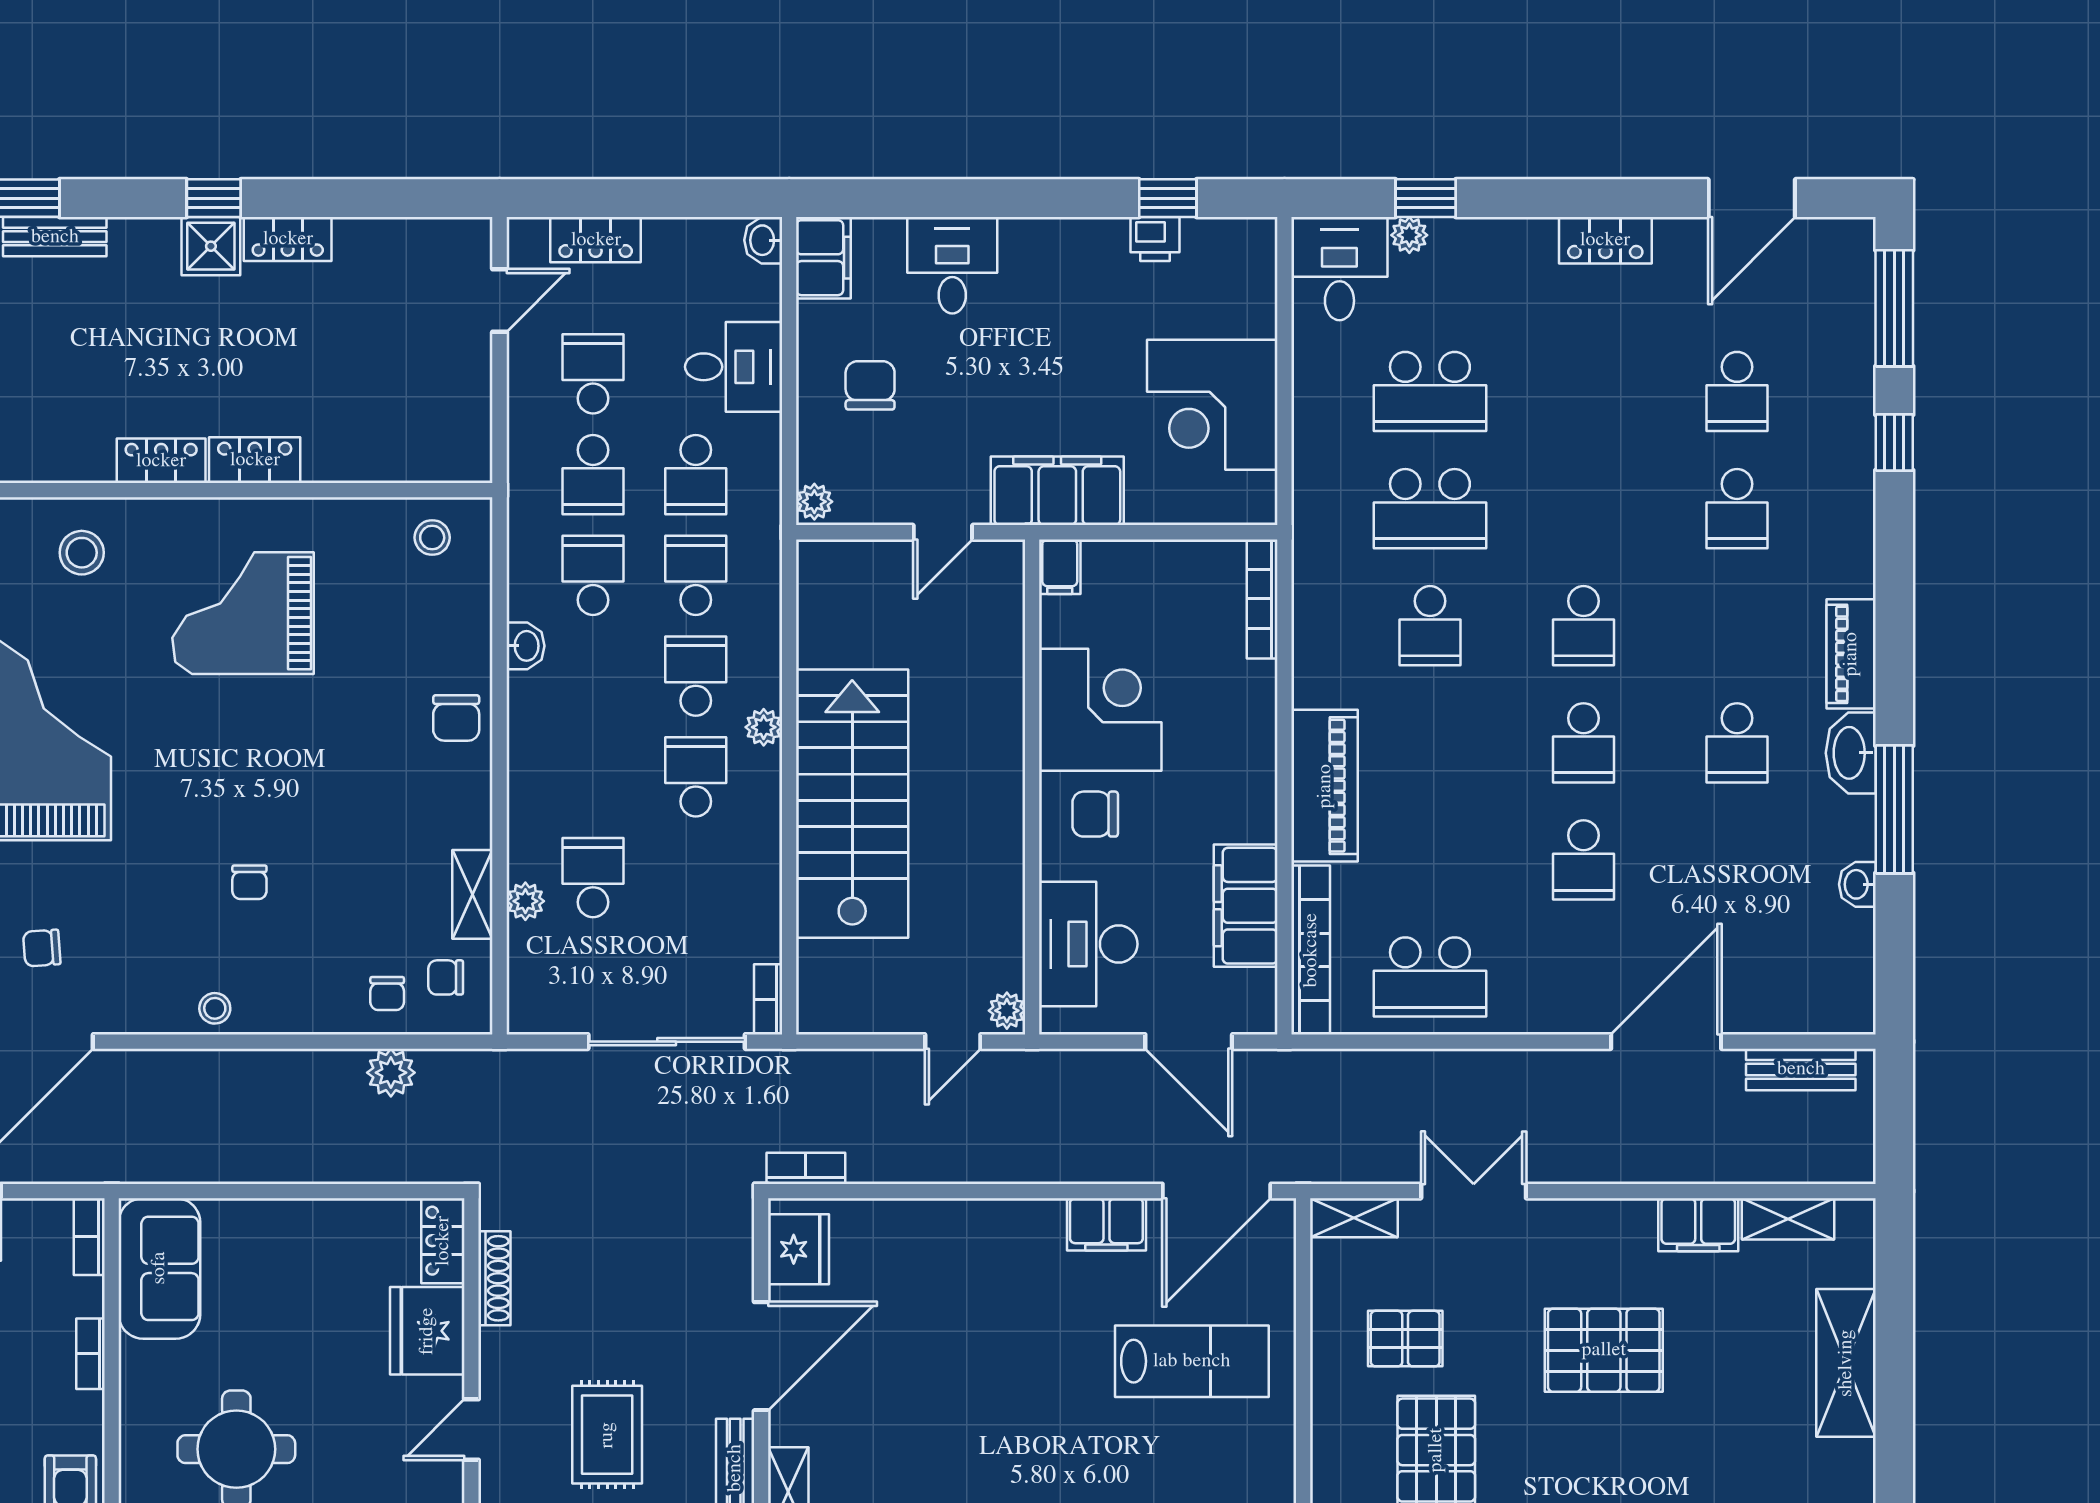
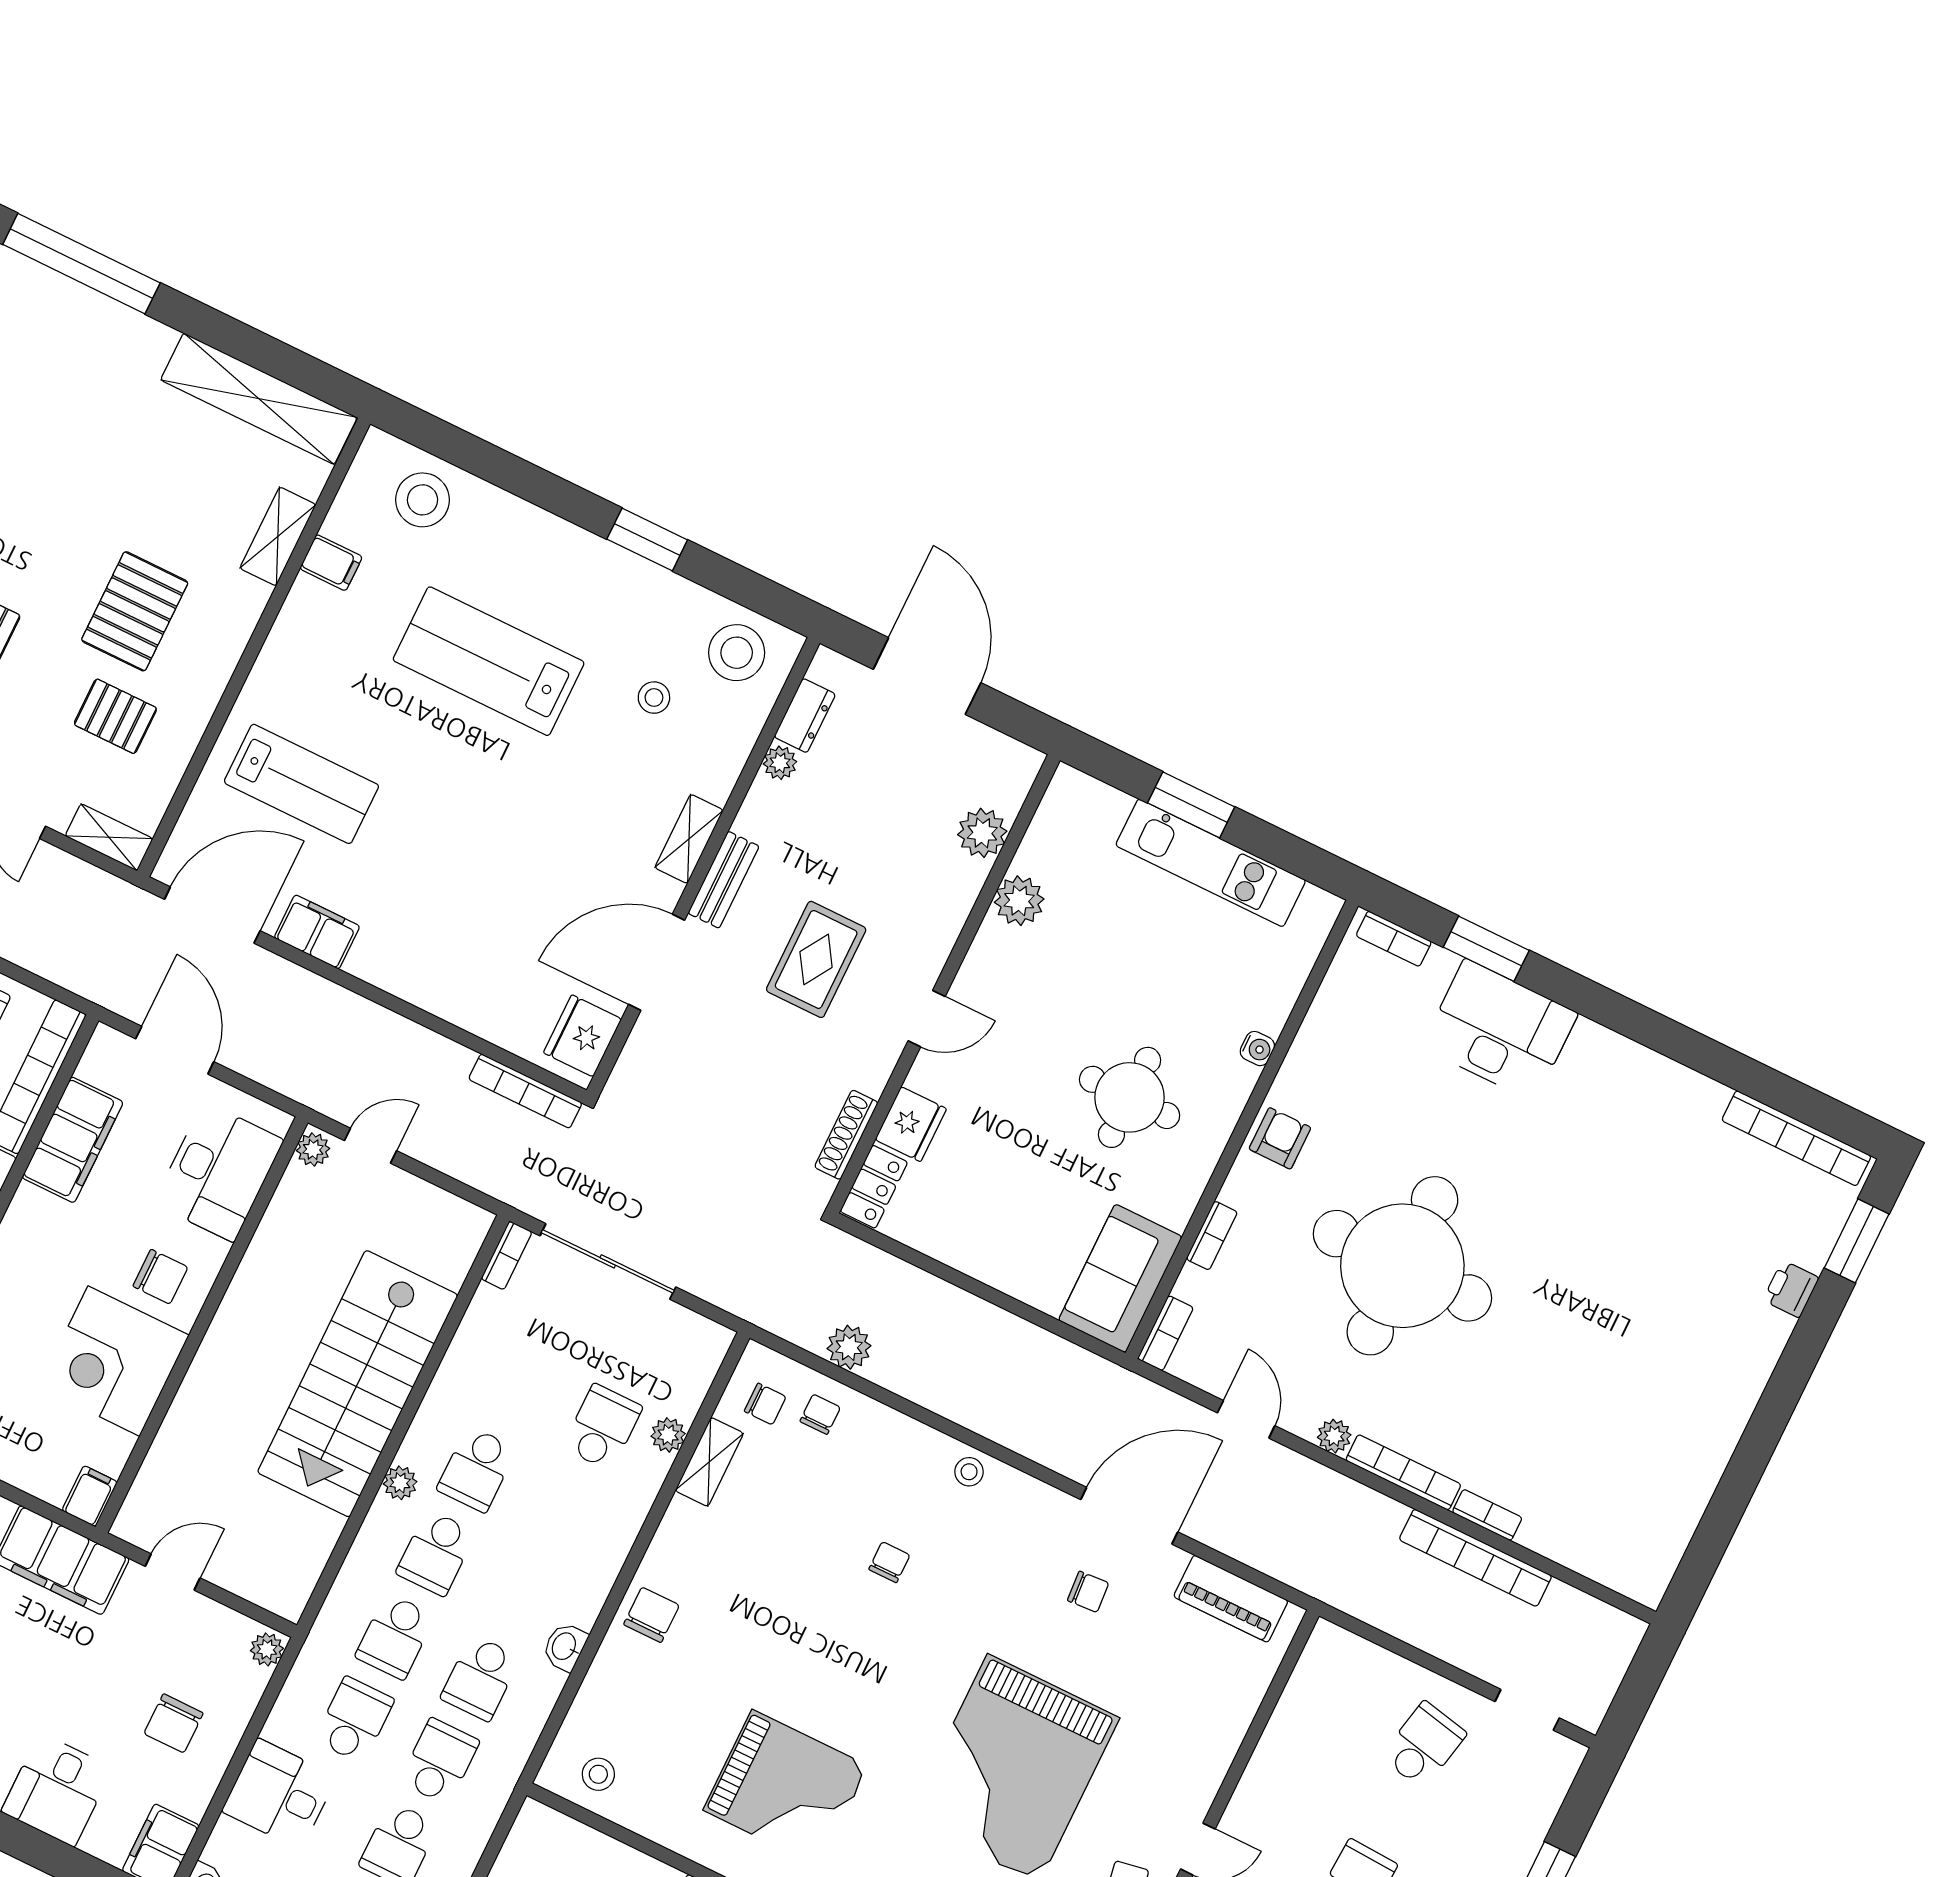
school desk: (593, 878) -> (603, 1427), turned 180
bookcase: (806, 1168) -> (525, 1091), width x1.56
fridge: (427, 1331) -> (911, 1124), width x0.73, depth x0.75
lab bench: (1192, 1361) -> (301, 784), turned 180

